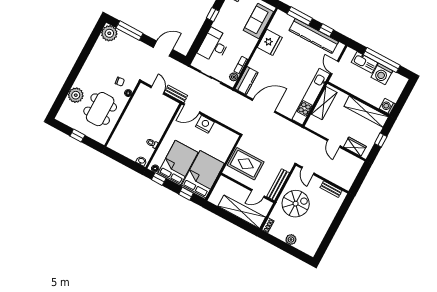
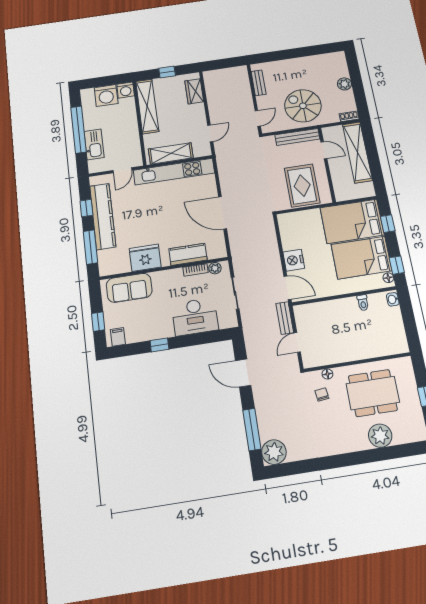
washing machine: (382, 74) -> (106, 95), moved, turned 90
kitchen counter: (247, 81) -> (188, 254), moved
door: (334, 143) -> (210, 133), moved

